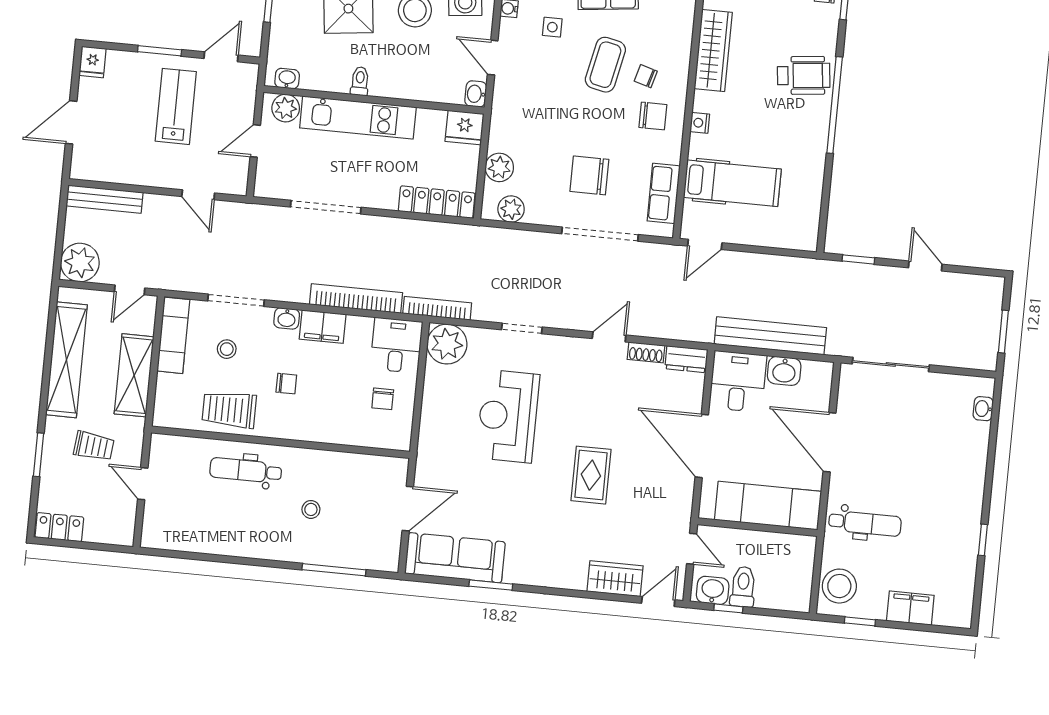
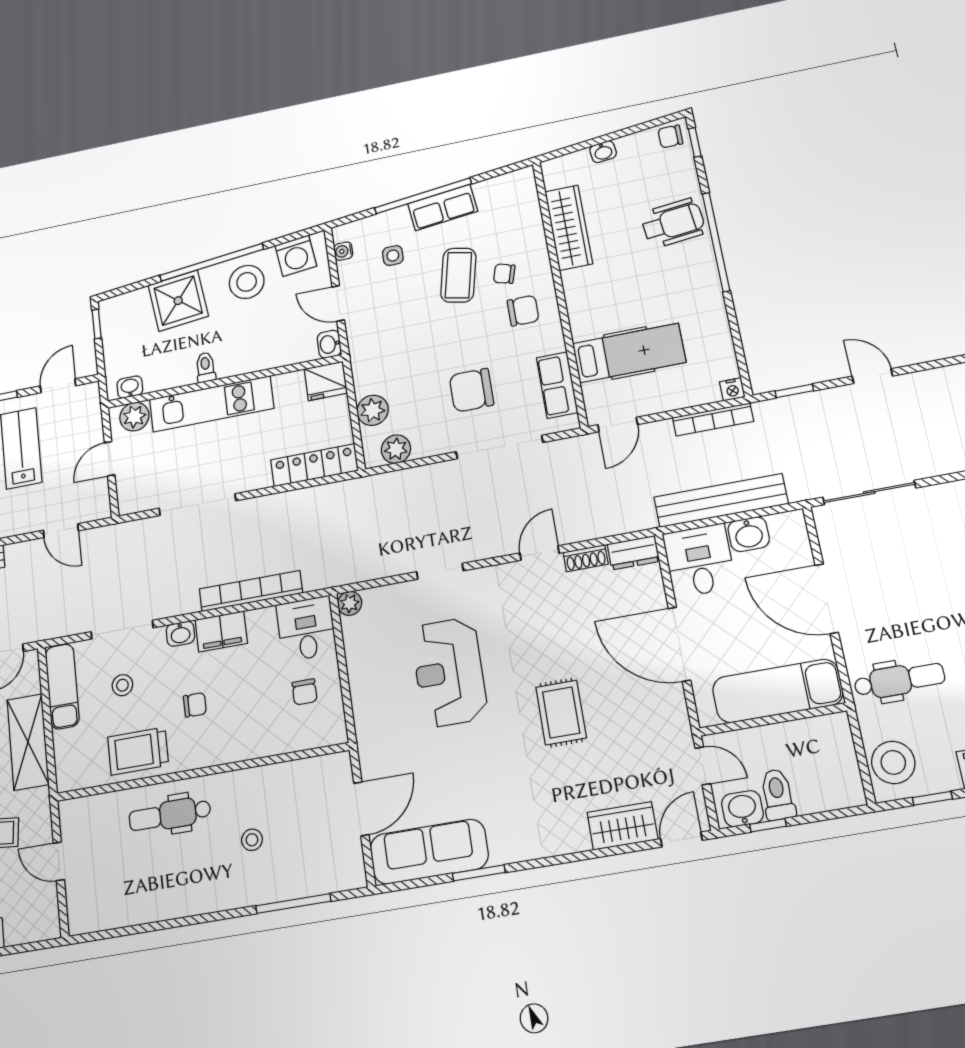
nightstand: (700, 123) -> (732, 389), moved, turned -90
bookcase: (437, 308) -> (713, 419), moved, turned 180
plant: (447, 344) -> (350, 603), width x0.53, depth x0.53

